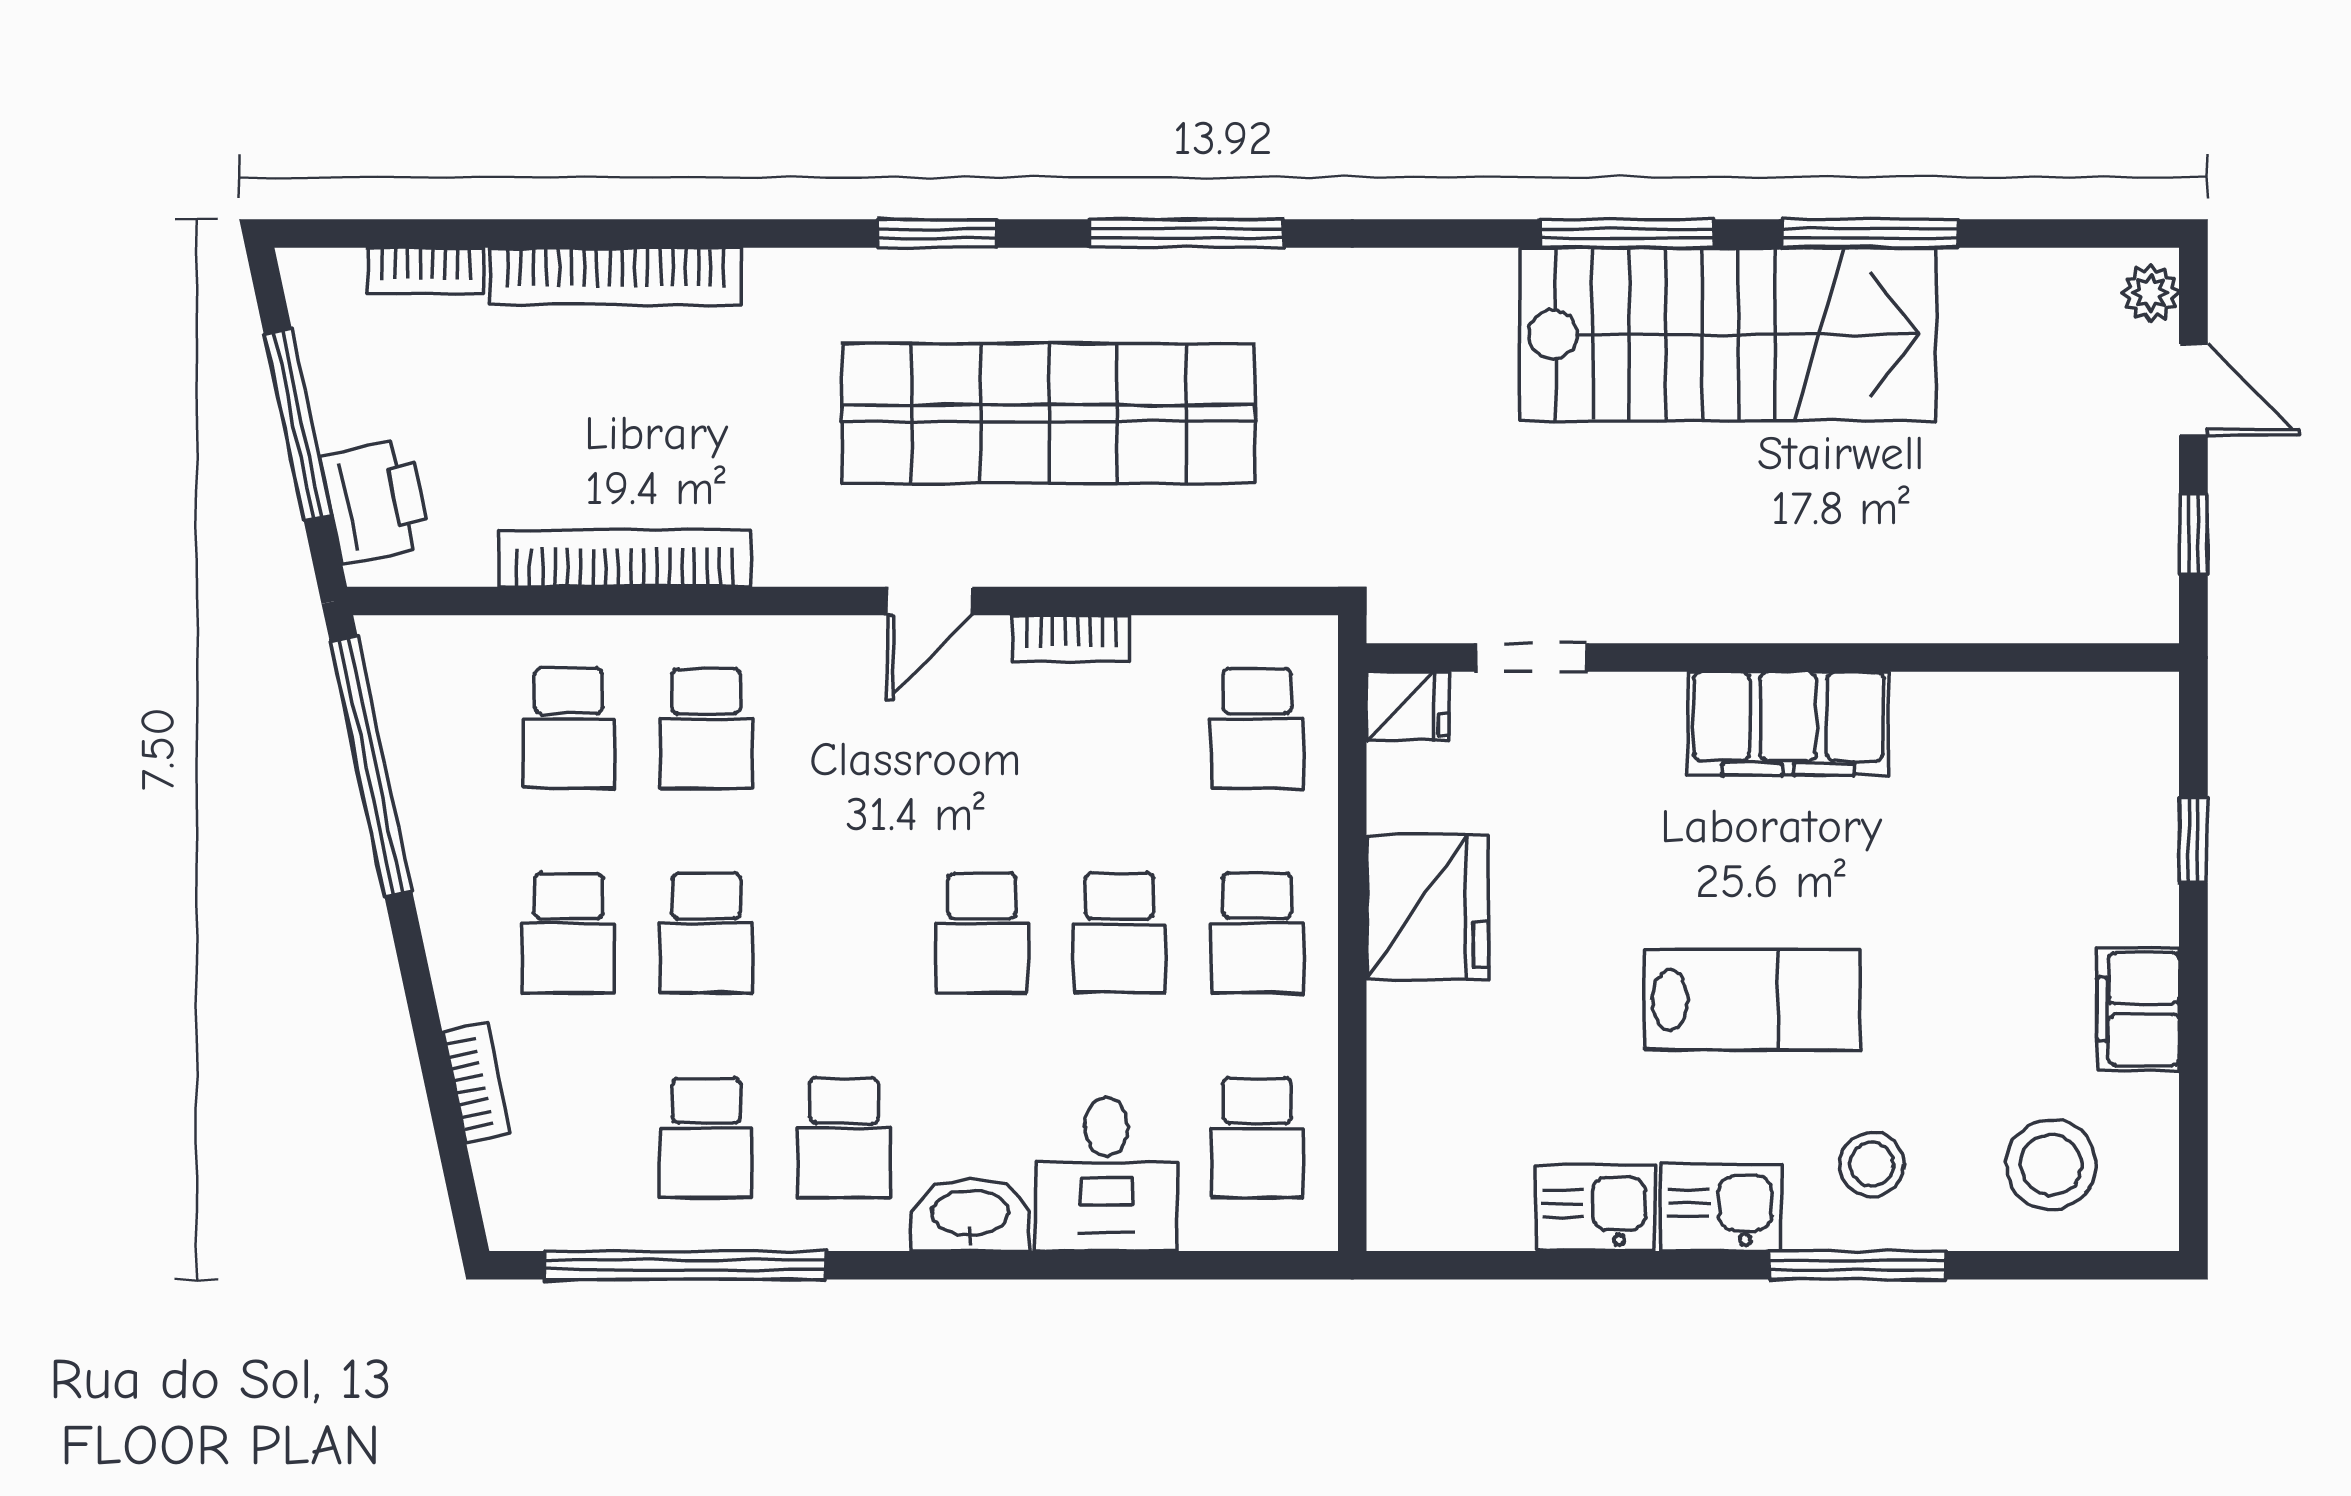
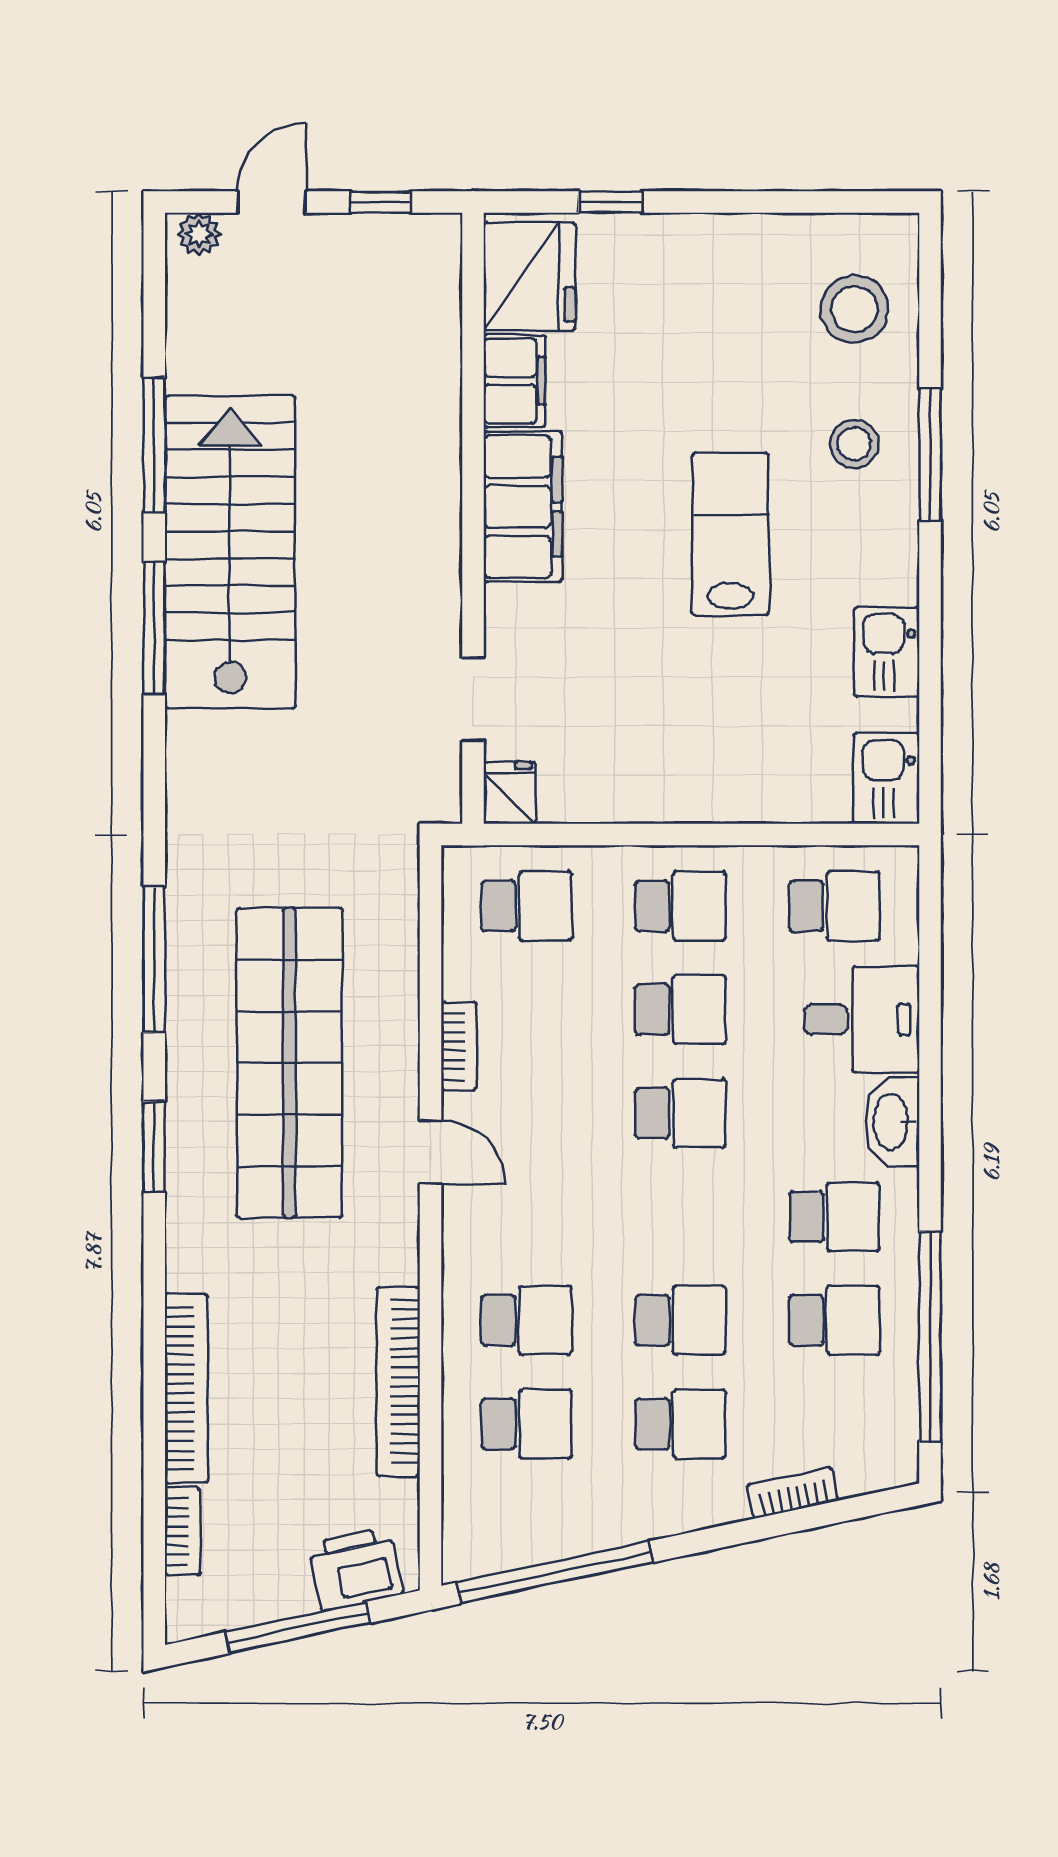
fridge: (1427, 907) -> (530, 276), moved, turned 90
filing cabinet: (2138, 1009) -> (515, 381), moved, turned -90
kitchen sink: (1721, 1207) -> (887, 778), moved

